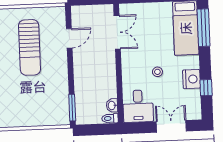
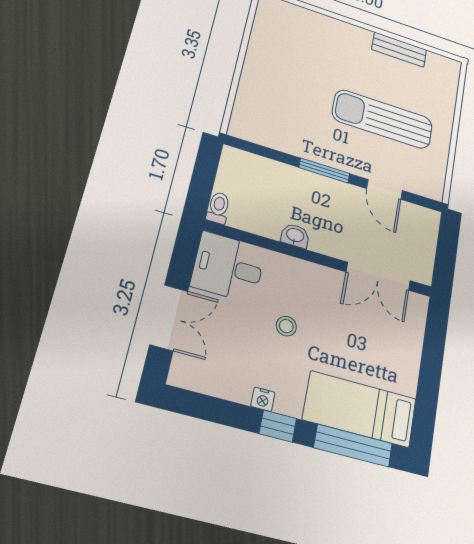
nightstand: (191, 79) -> (263, 399), width x0.53, depth x0.56
window: (206, 88) -> (278, 426), moved
washbasin: (112, 105) -> (295, 236), moved
window: (72, 108) -> (324, 171), moved

